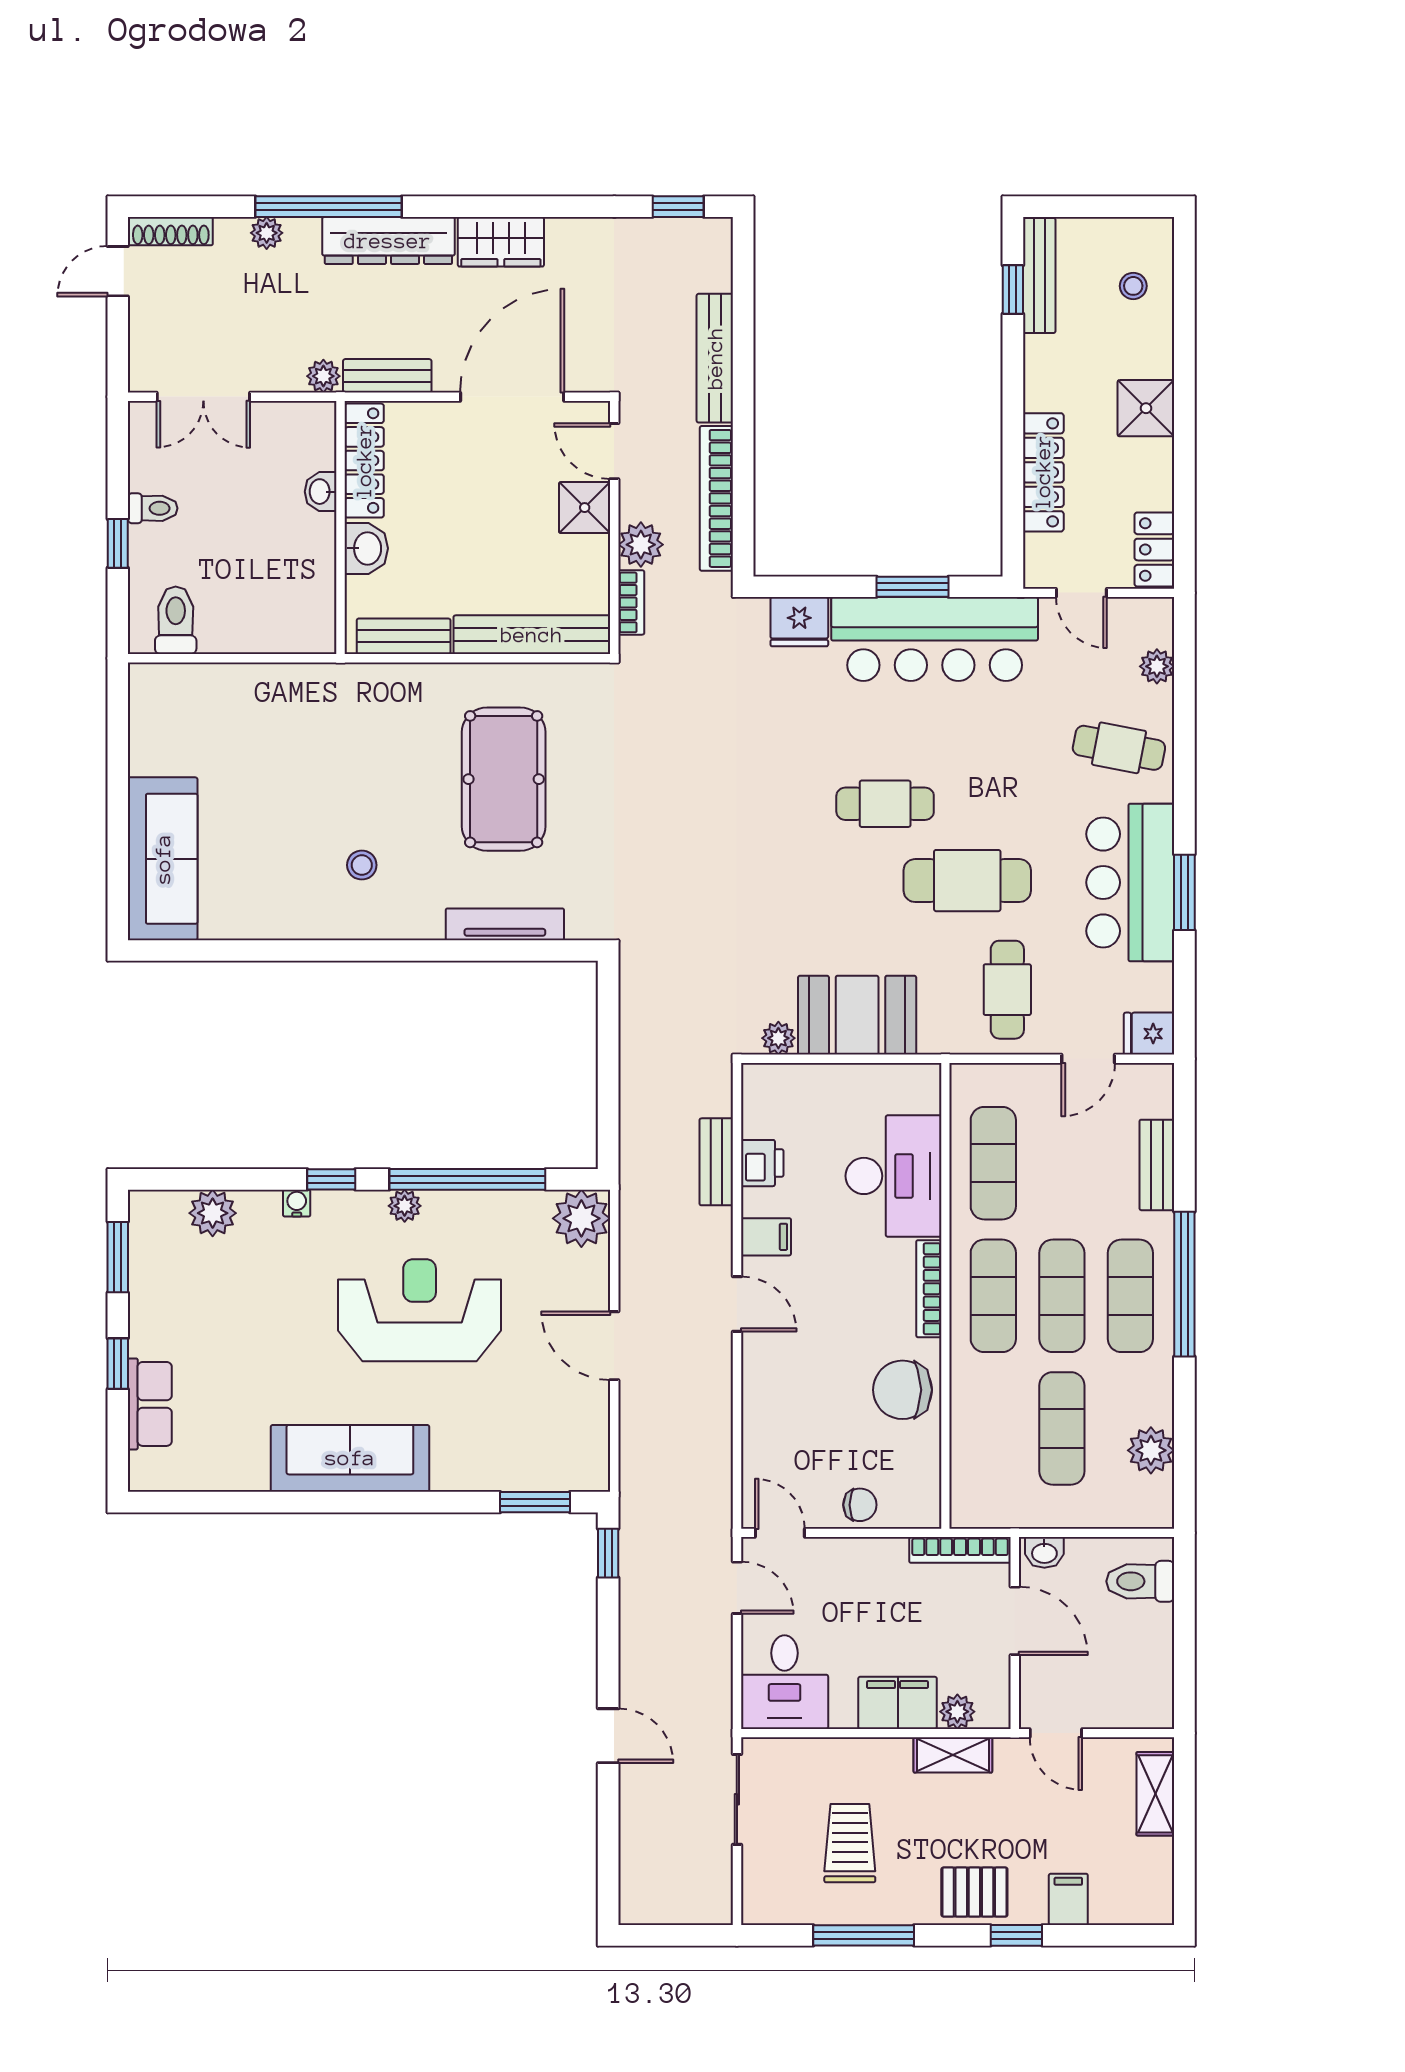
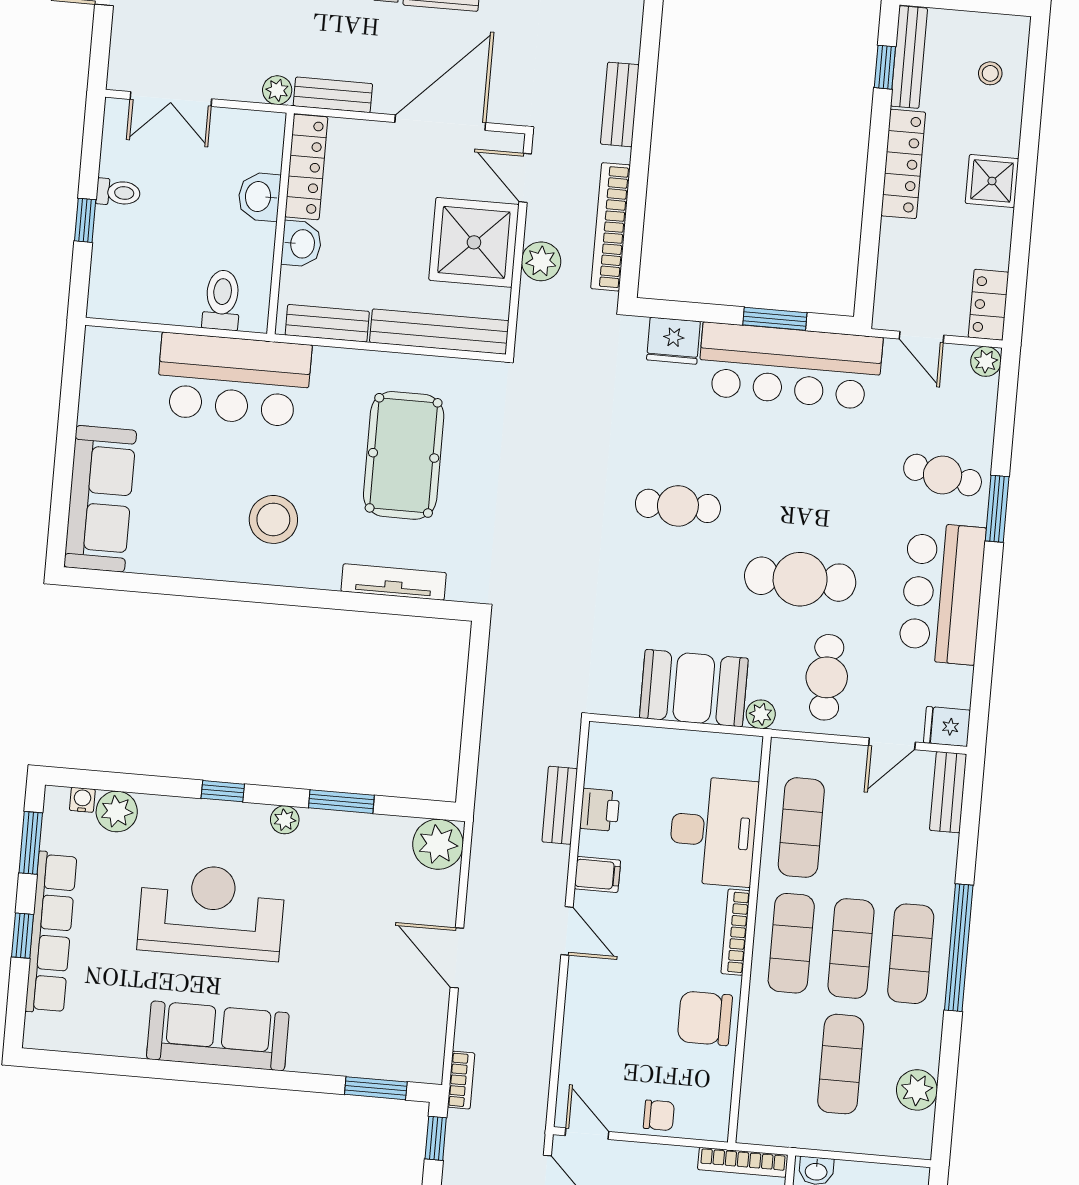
bench: (715, 358) -> (620, 104), width x0.73
locker: (1043, 472) -> (903, 164), moved
washbasin: (321, 492) -> (259, 197), width x1.38, depth x1.45
shower: (585, 508) -> (474, 242), width x1.86, depth x1.86
bookcase: (631, 602) -> (461, 1080), moved
toilet: (176, 620) -> (222, 300), moved
plant: (1157, 666) -> (986, 361), moved
bar counter: (303, 710) -> (234, 380), added
cafe table: (885, 804) -> (678, 506), moved
stool: (362, 865) -> (273, 519), width x1.89, depth x1.89
window: (1184, 892) -> (997, 509), moved
plant: (778, 1038) -> (761, 714), moved
bench: (1157, 1165) -> (948, 792), moved
window: (467, 1179) -> (341, 802), width x0.47
water cooler: (297, 1203) -> (82, 800), moved
reception desk: (420, 1310) -> (211, 911), moved
row of seats: (150, 1404) -> (51, 933), width x2.02

